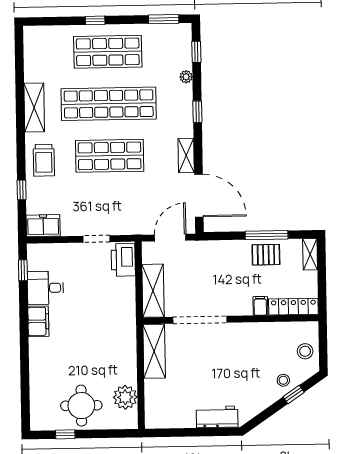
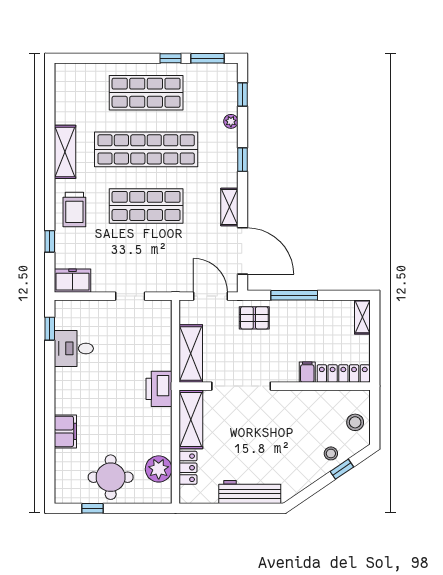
window: (95, 20) -> (171, 58), moved
window: (267, 235) -> (294, 295), moved
door: (170, 238) -> (210, 296), hinge flipped
pallet: (266, 255) -> (254, 318), moved
printer: (123, 260) -> (159, 389), moved
filing cabinet: (38, 321) -> (65, 431), moved
locker: (152, 396) -> (188, 468), added
workbench: (217, 417) -> (250, 492), width x1.38

